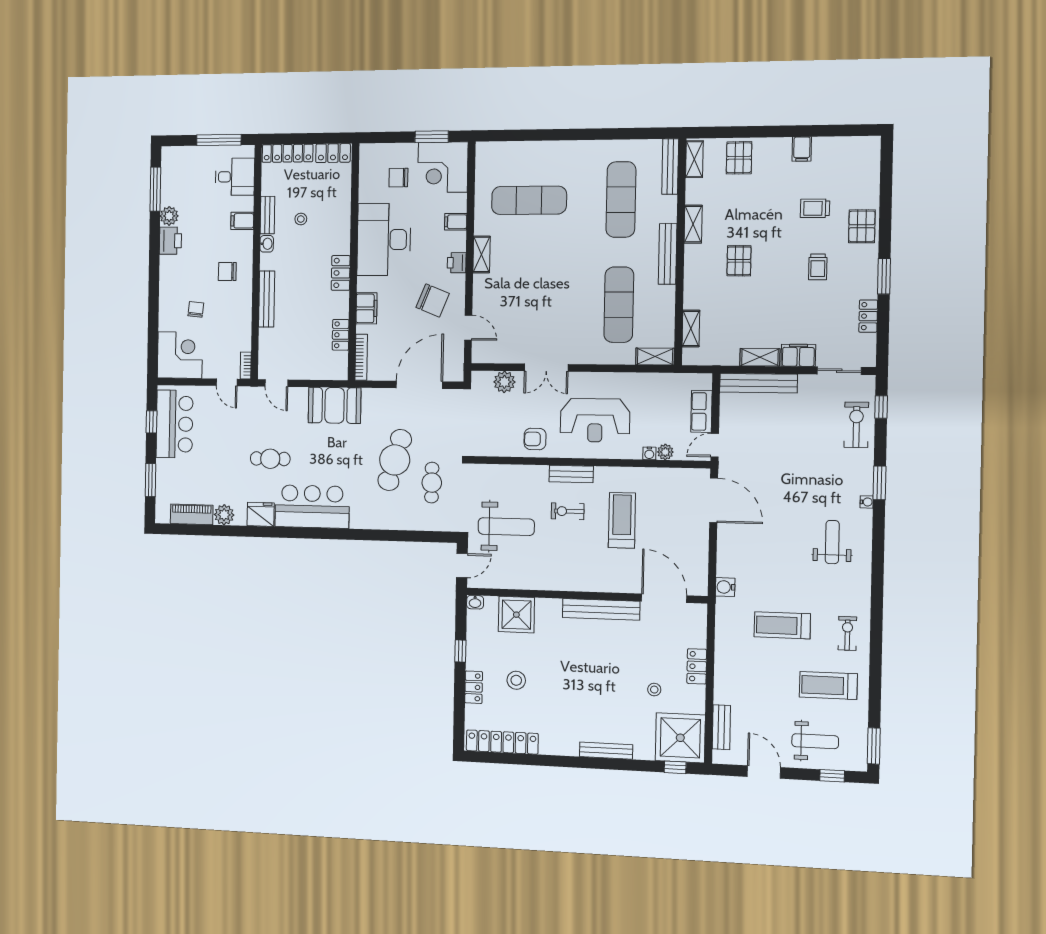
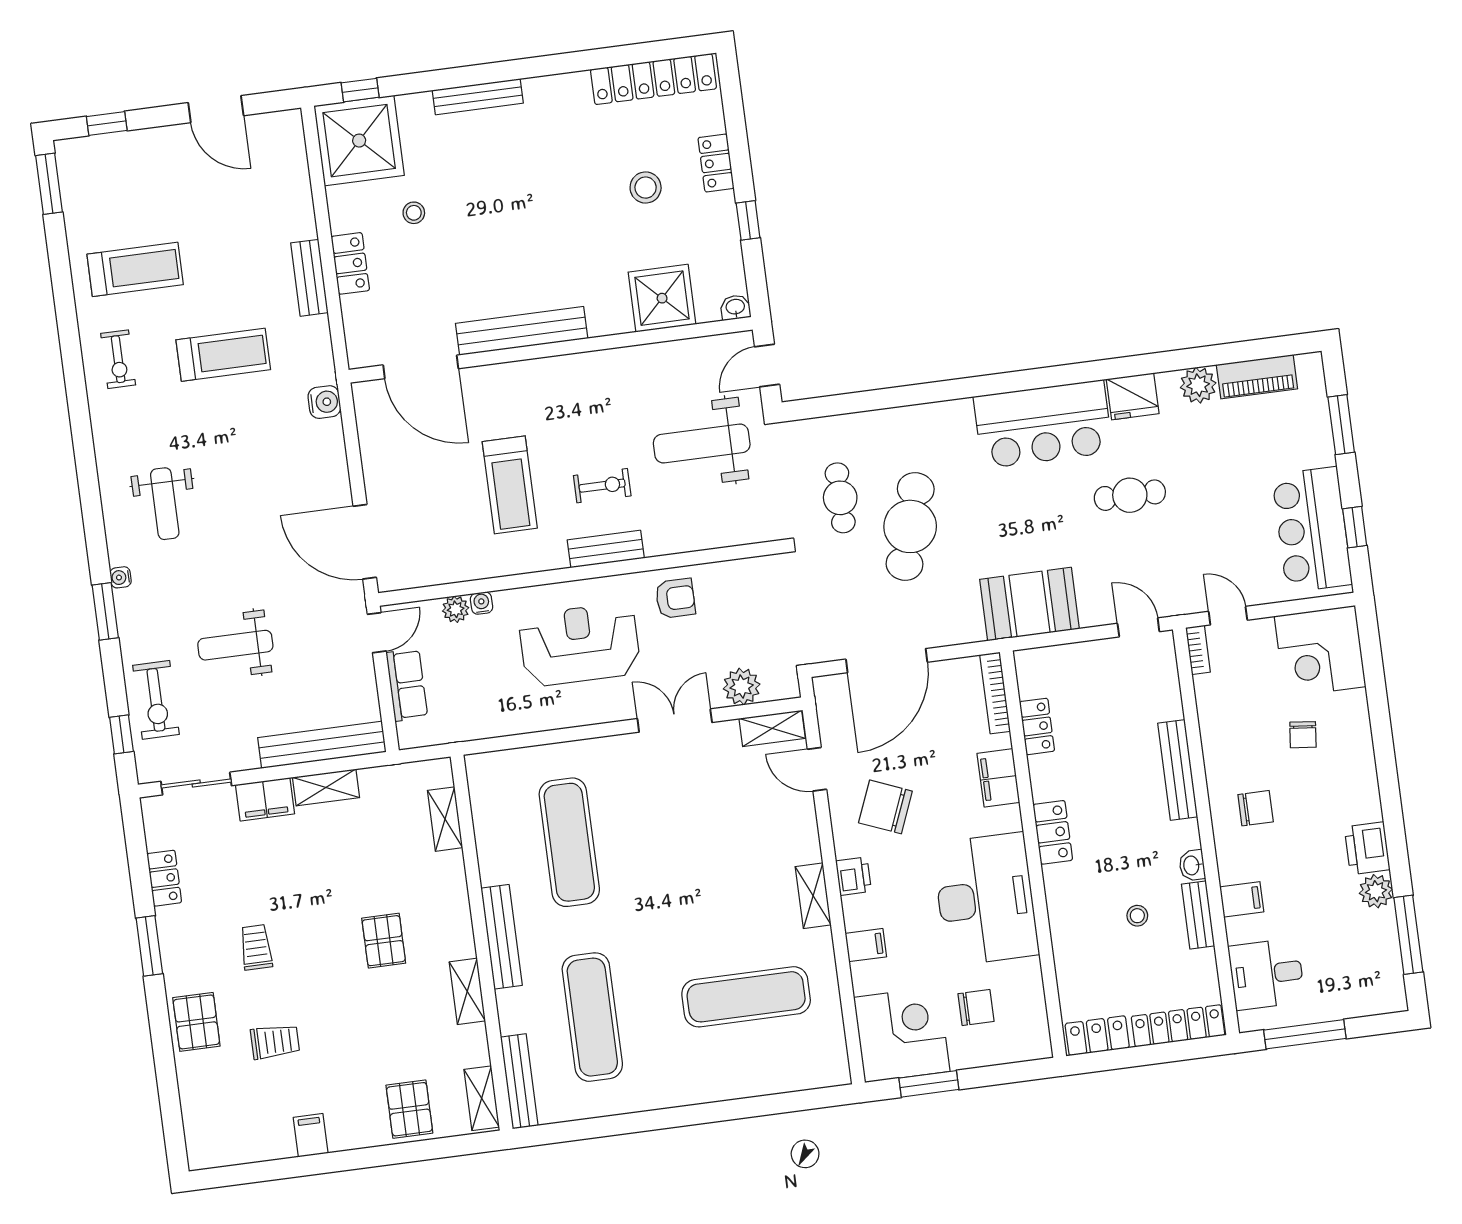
shelving: (655, 356) -> (772, 728), moved
bench: (721, 727) -> (309, 278), moved
weight bench: (815, 741) -> (235, 645), moved

